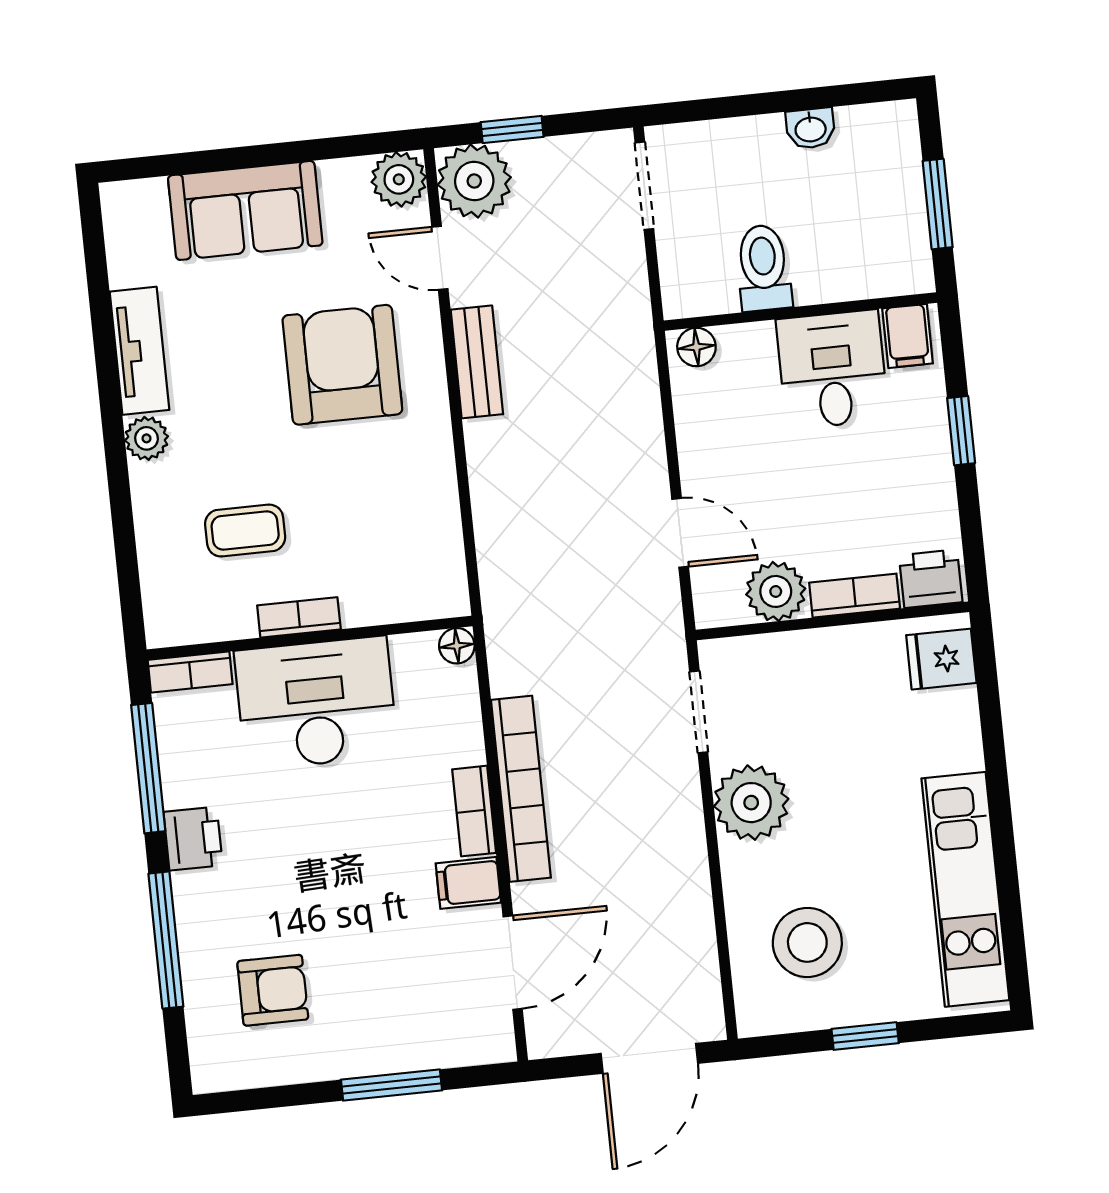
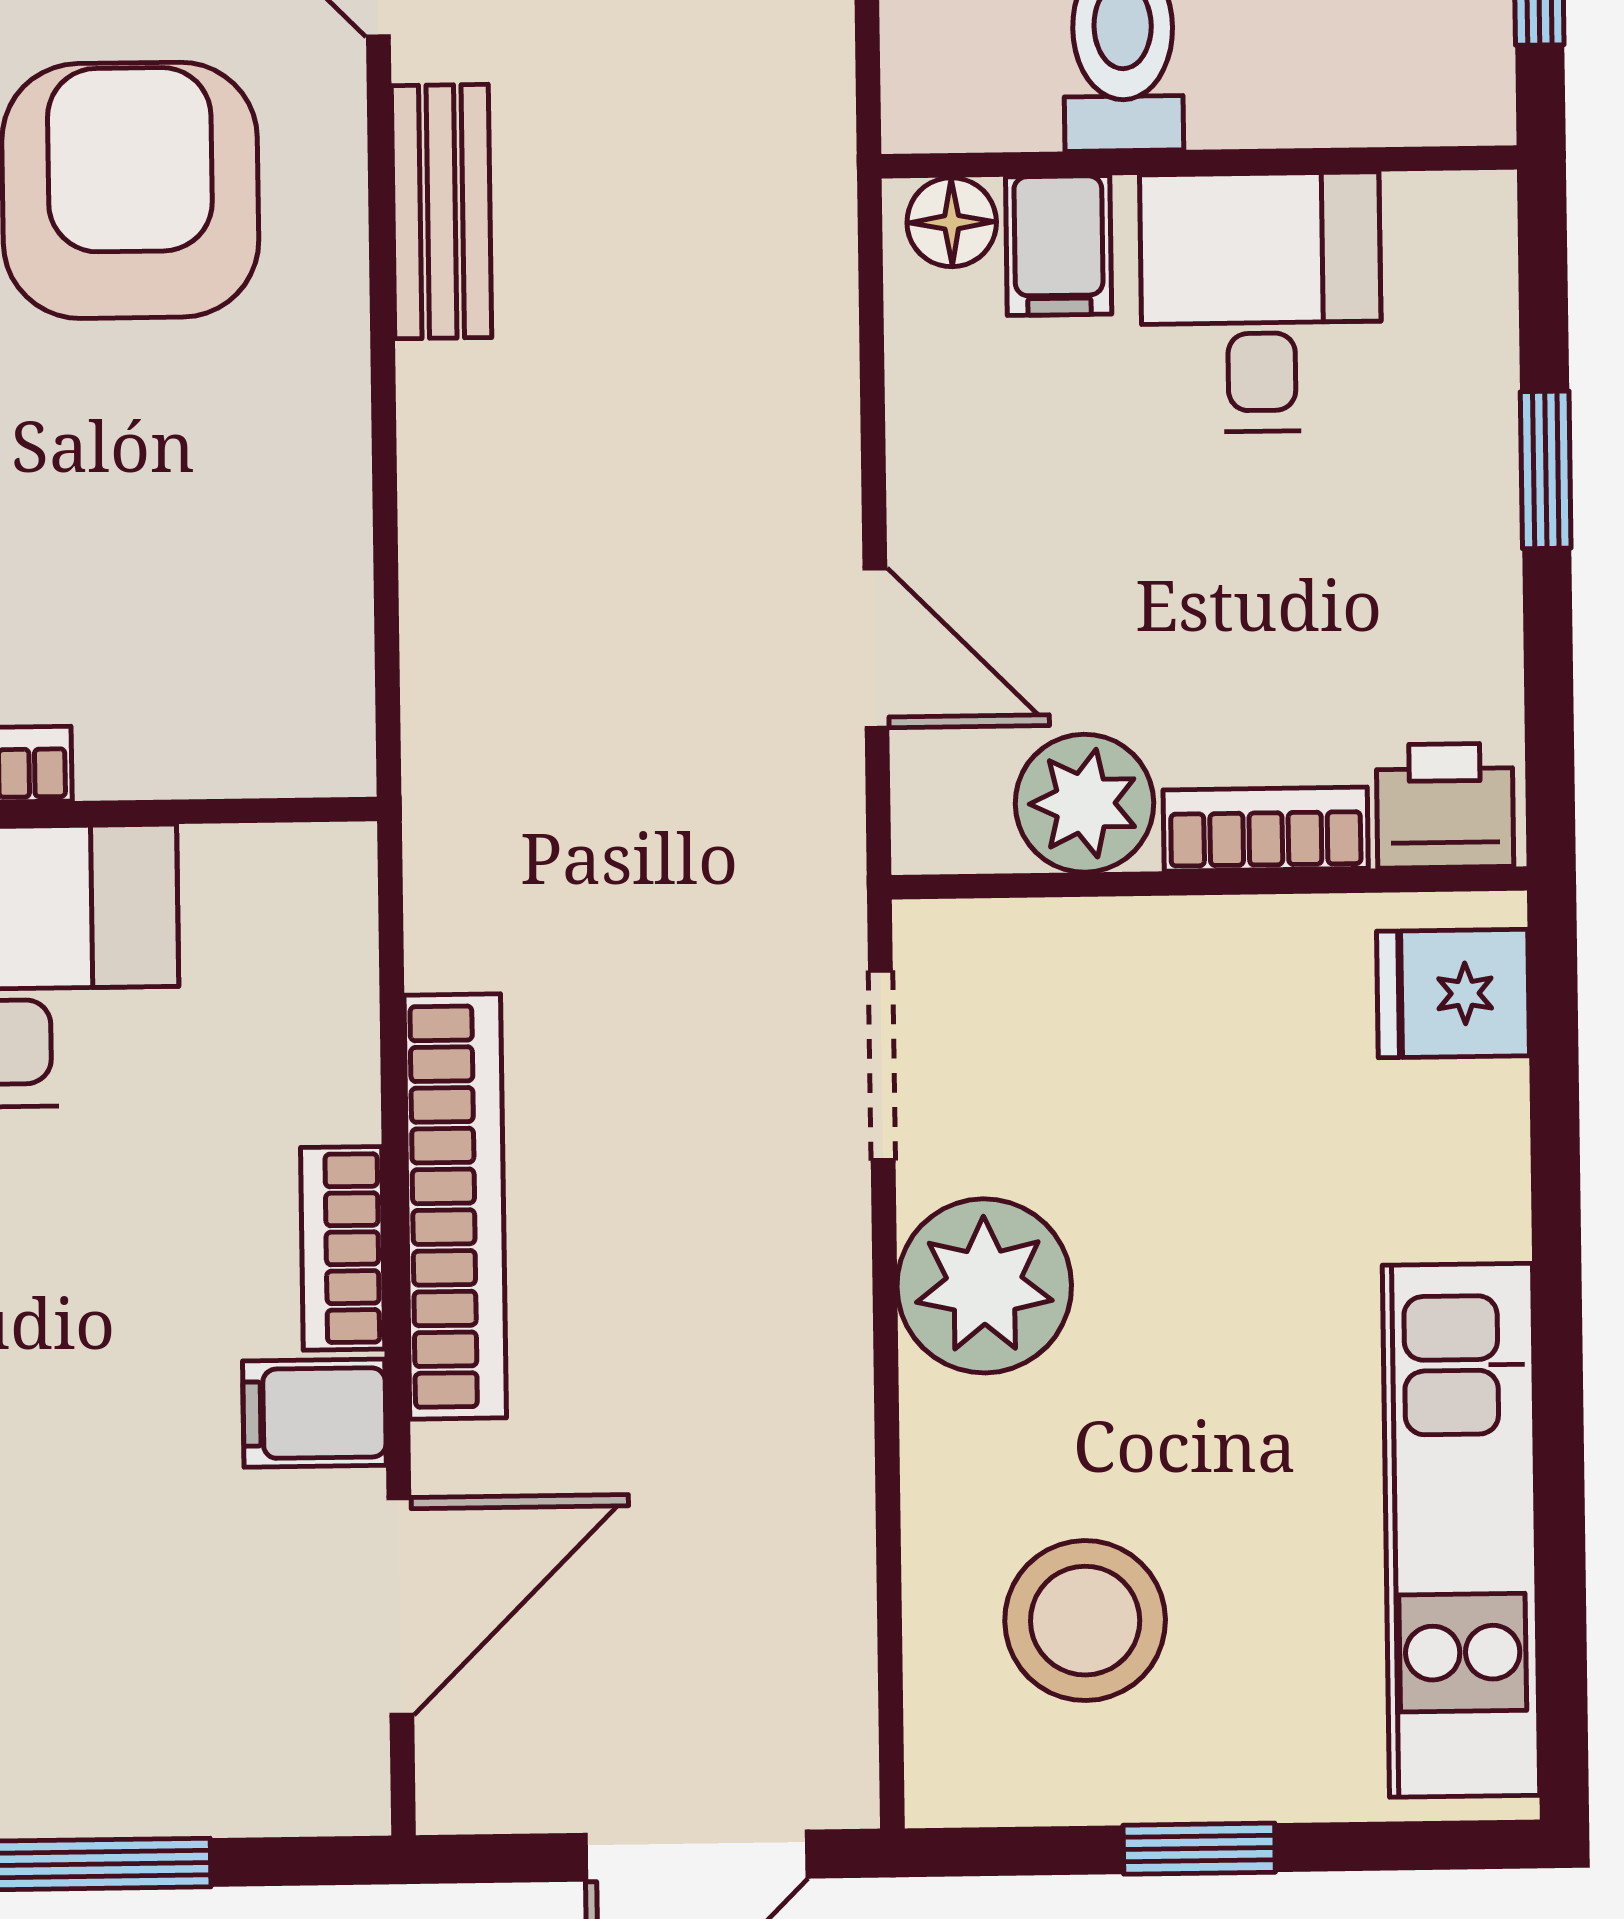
filing cabinet: (908, 336) -> (1059, 246), moved
floor lamp: (457, 646) -> (337, 863), removed

